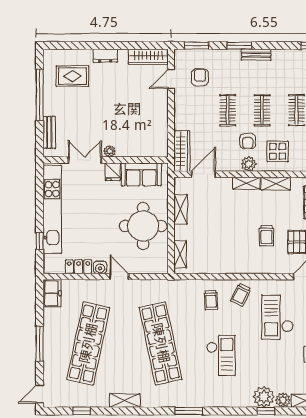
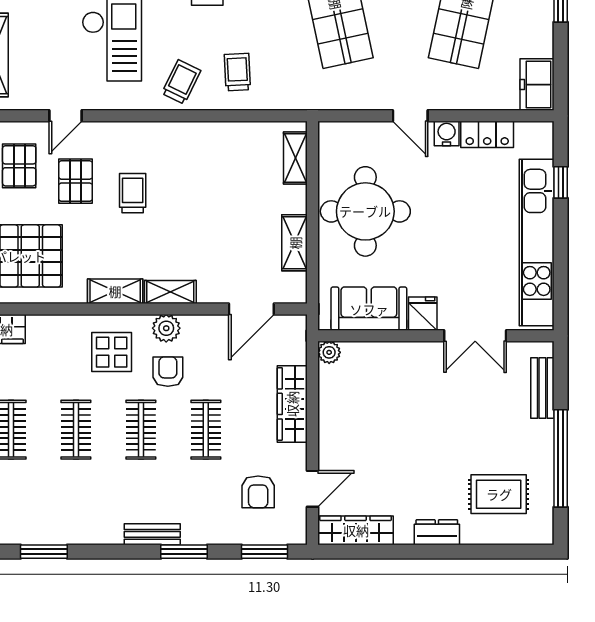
plant: (110, 151) -> (329, 352), moved
wardrobe: (182, 151) -> (292, 404), moved

